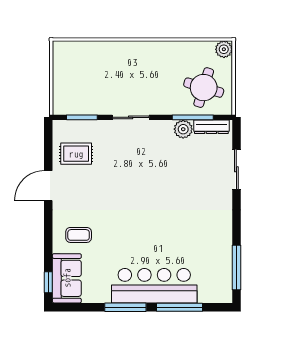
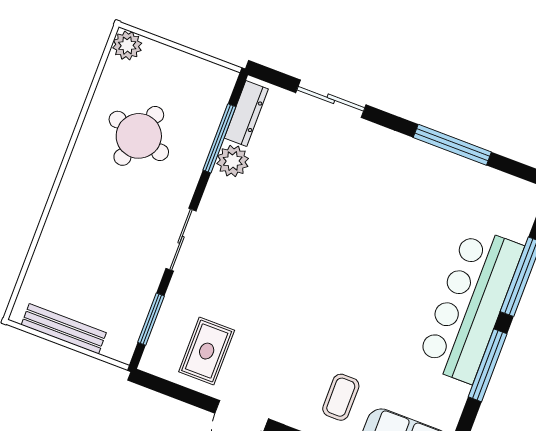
bench: (59, 73) -> (64, 329), added
round table: (204, 88) -> (139, 136), moved
window: (236, 268) -> (452, 145), moved

